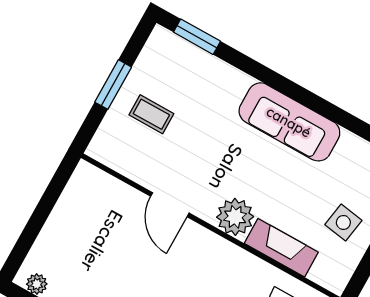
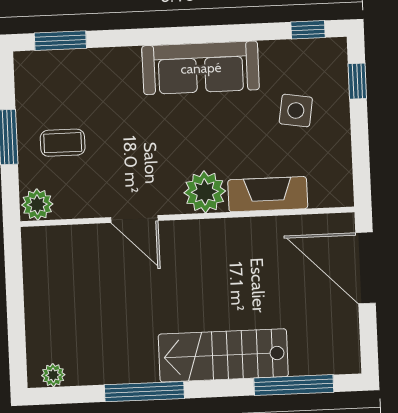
plant: (104, 149) -> (37, 205), added
side table: (343, 222) -> (296, 111), moved

